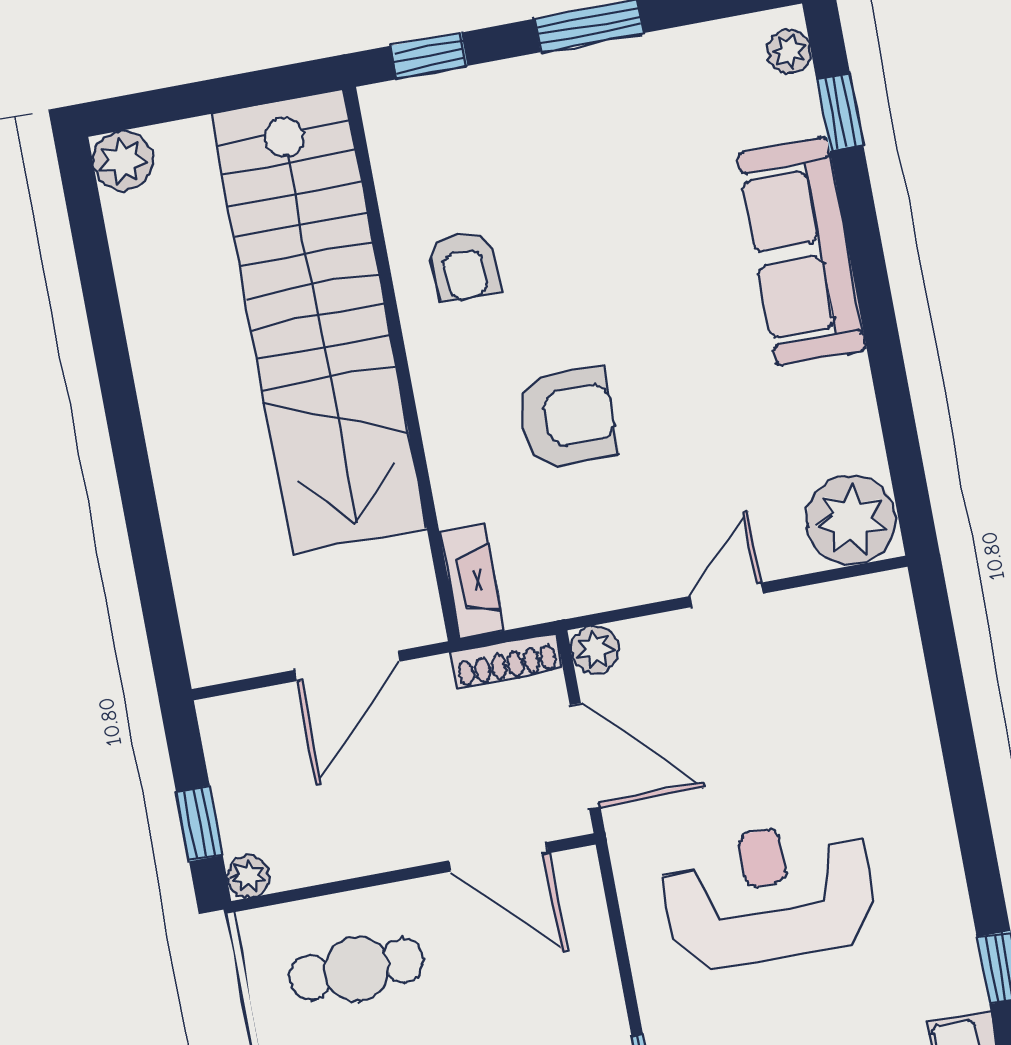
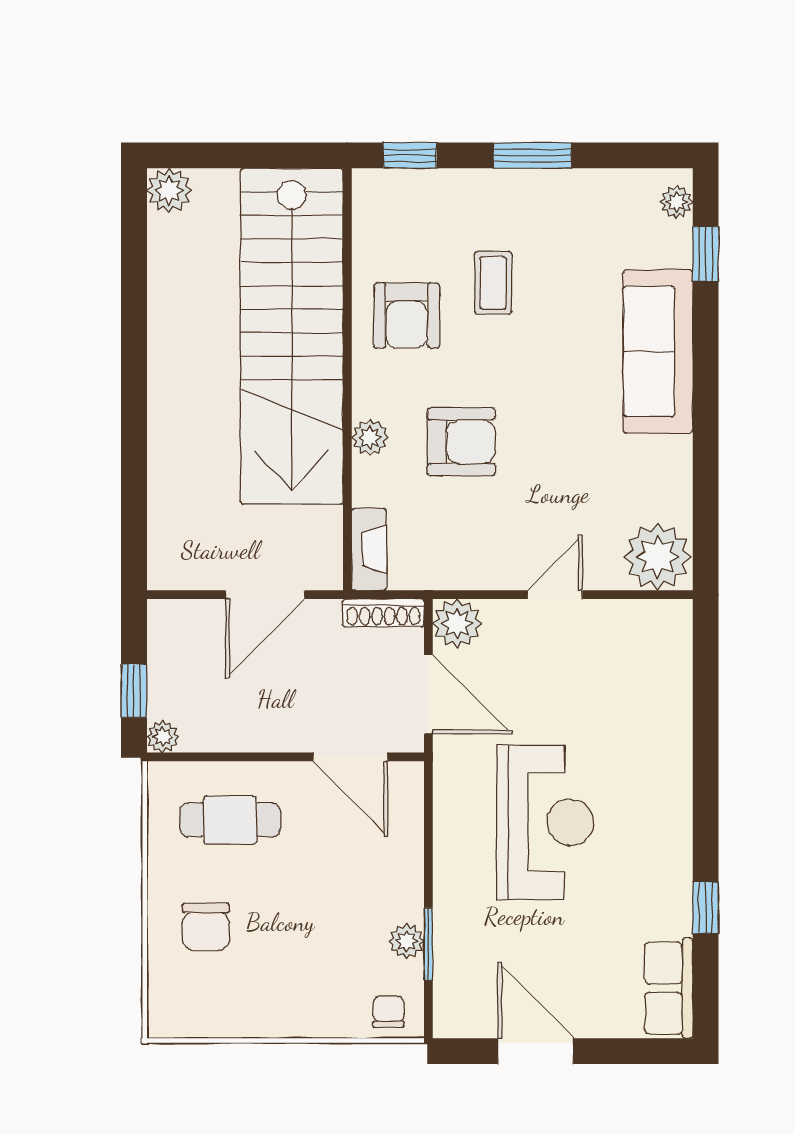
coffee table: (569, 202) -> (493, 283), added
armchair: (464, 266) -> (407, 316), width x1.38, depth x1.38
plant: (446, 435) -> (370, 438), added
plant: (595, 649) -> (457, 624), width x1.38, depth x1.38
reception desk: (769, 895) -> (545, 822), turned 90

